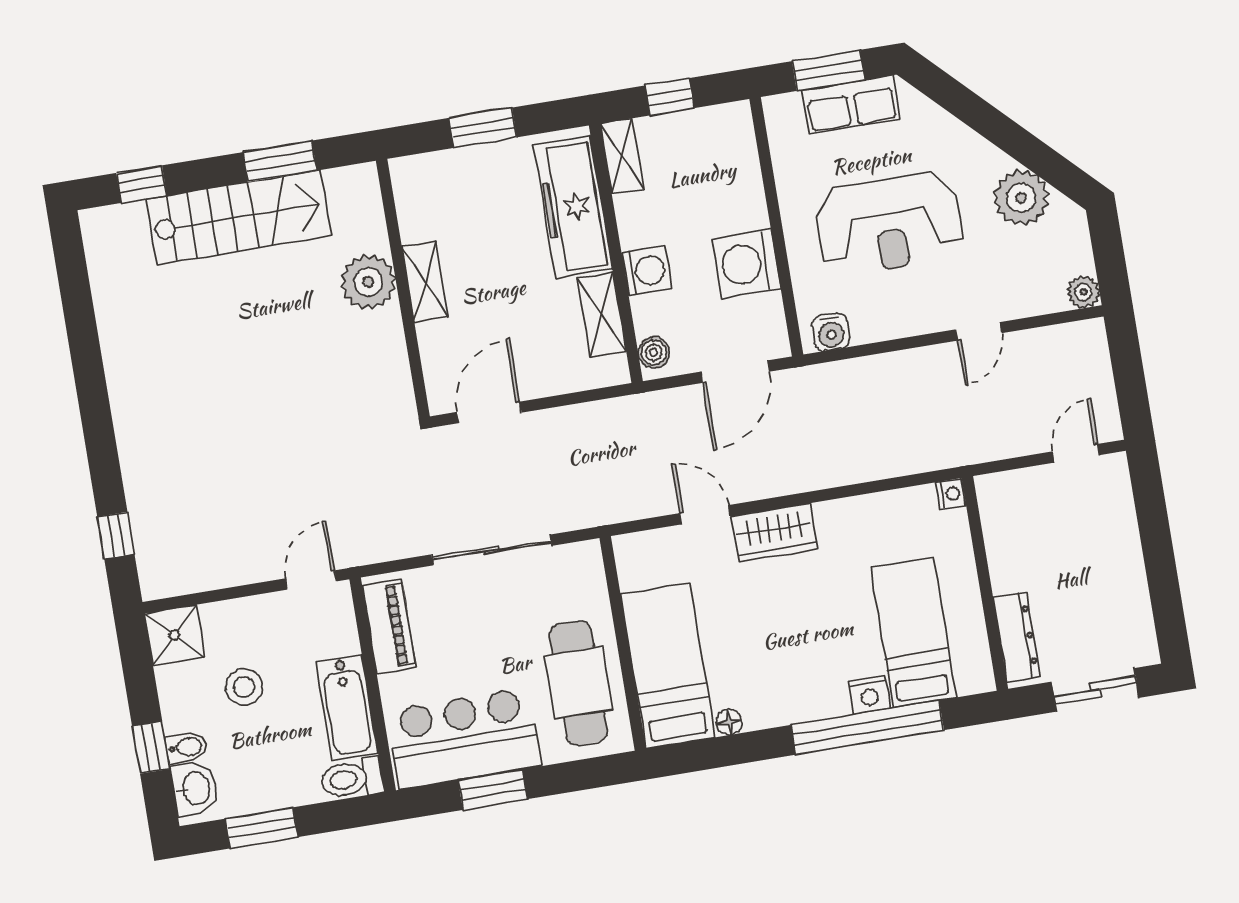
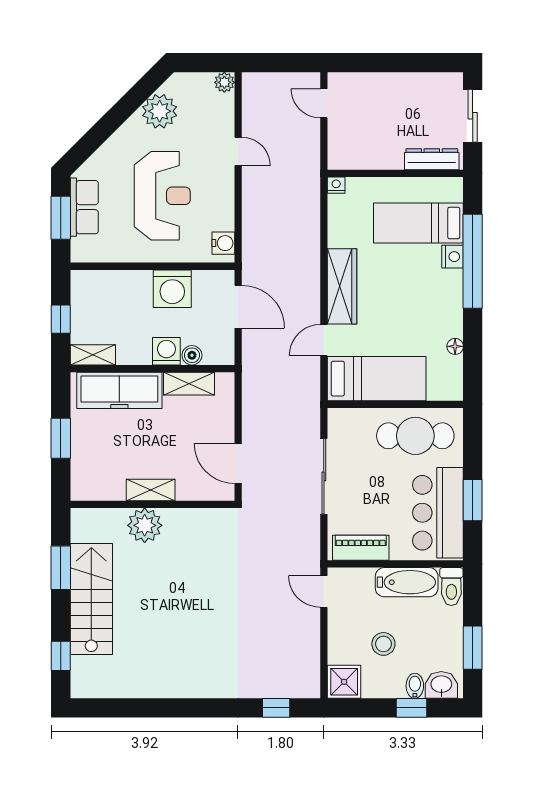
boiler: (654, 352) -> (192, 355), moved
wardrobe: (774, 532) -> (342, 286), width x1.50
bed: (668, 666) -> (377, 379), moved, turned 180

